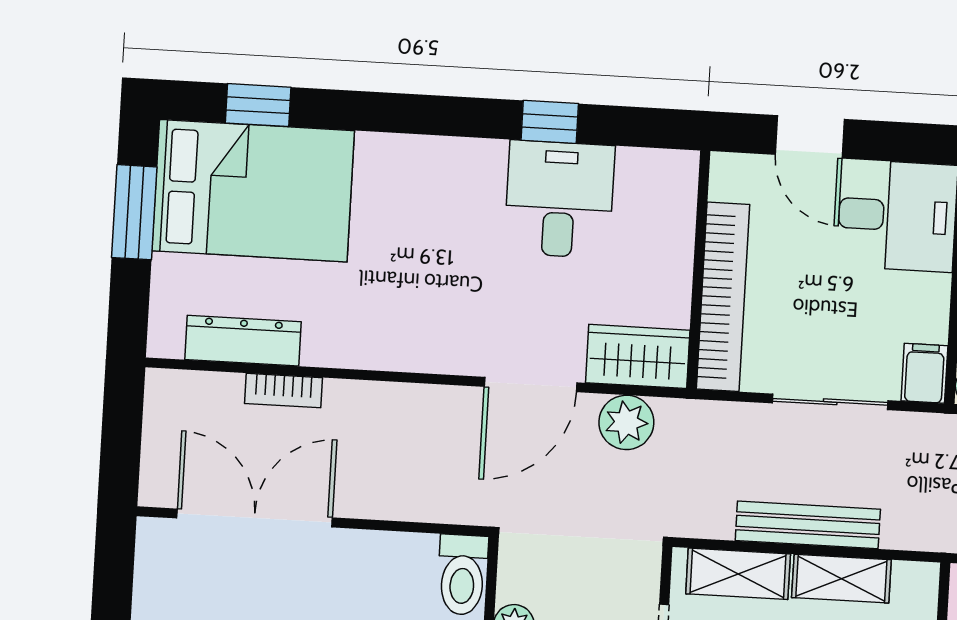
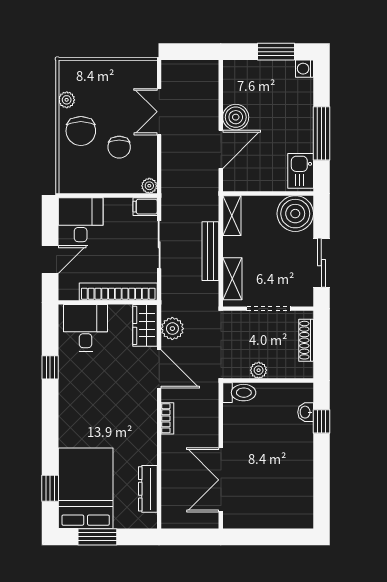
desk: (559, 199) -> (86, 328), moved, turned 90
bookcase: (283, 391) -> (167, 418), moved
shelving: (841, 579) -> (232, 216), moved

